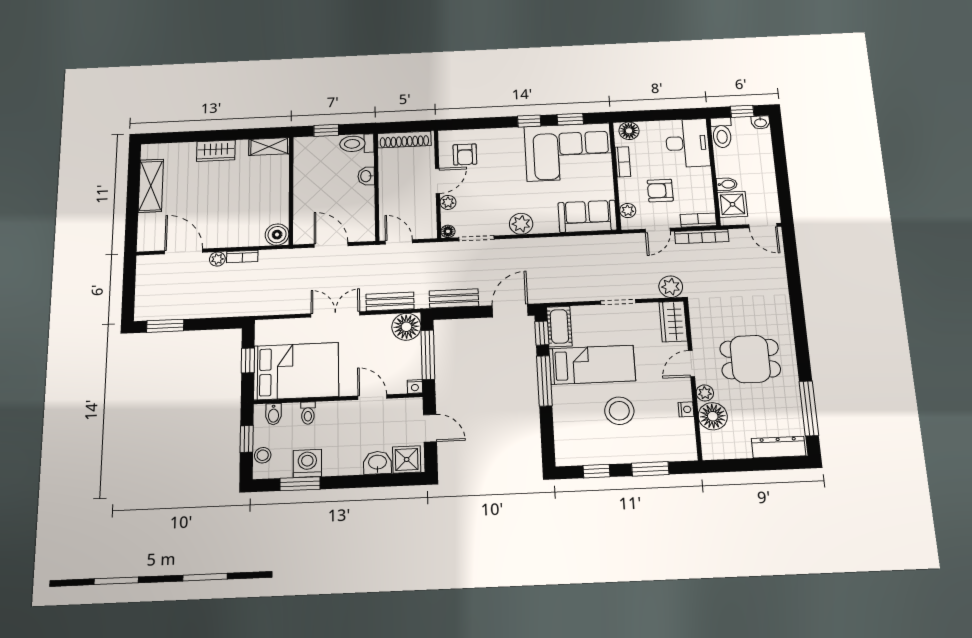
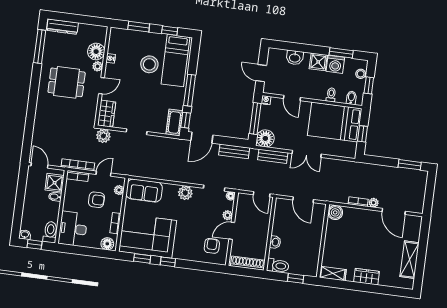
bed: (592, 365) -> (175, 61), moved, turned -90
shower: (407, 459) -> (318, 62), moved

